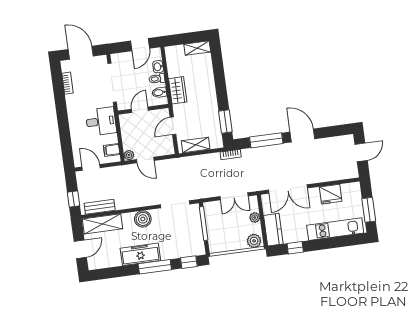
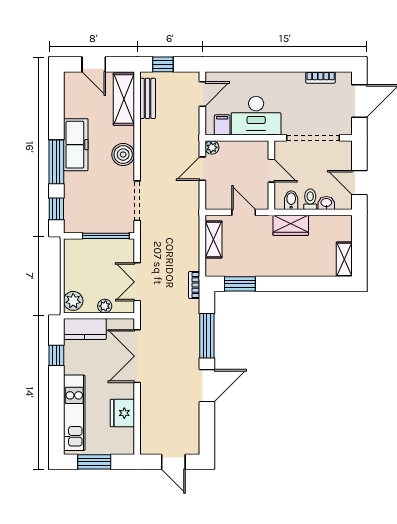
desk: (101, 121) -> (256, 116), width x1.37

